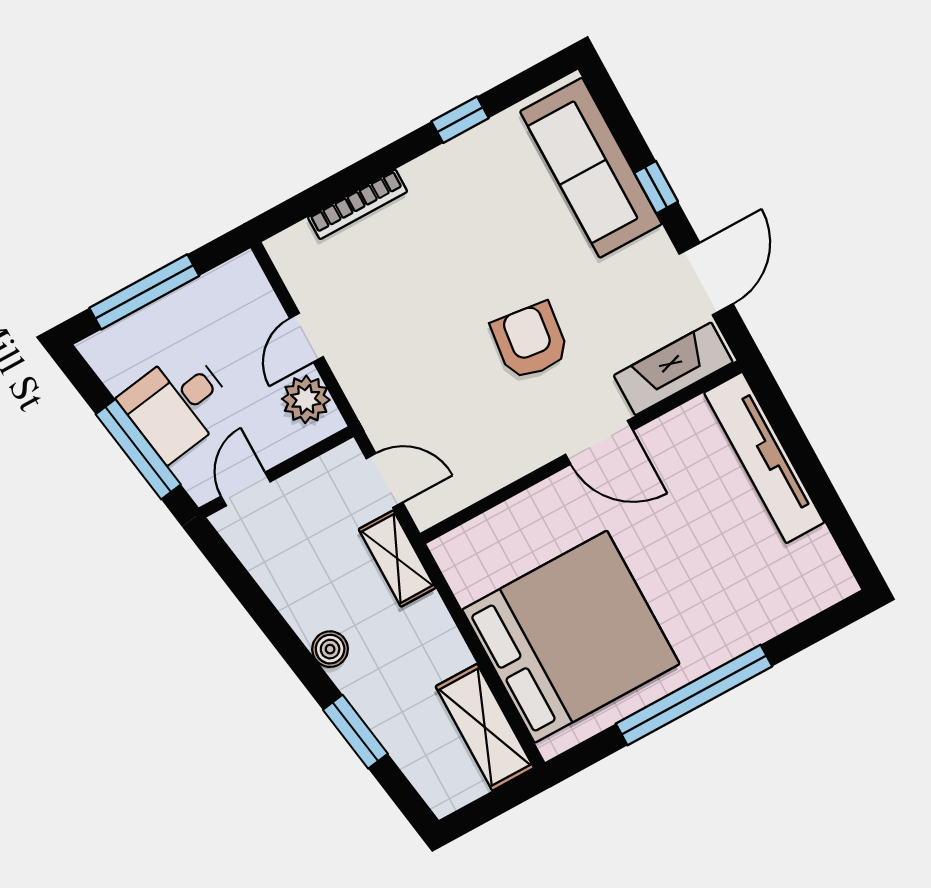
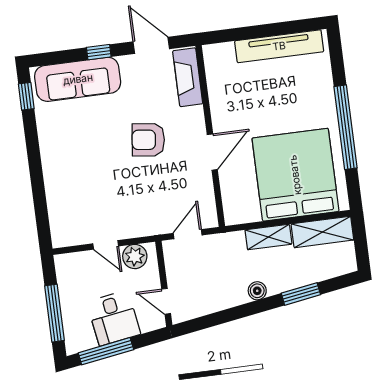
window: (460, 120) -> (26, 96), moved
bookcase: (358, 204) -> (52, 196), removed
door: (599, 442) -> (212, 152), moved
window: (138, 449) -> (106, 351), moved
tv unit: (764, 457) -> (279, 46), moved
shelving: (397, 559) -> (268, 237), moved

